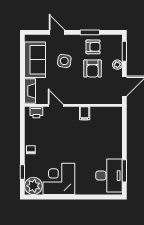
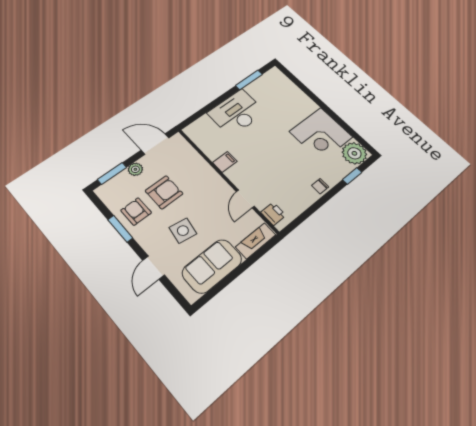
desk: (109, 176) -> (237, 113), moved

